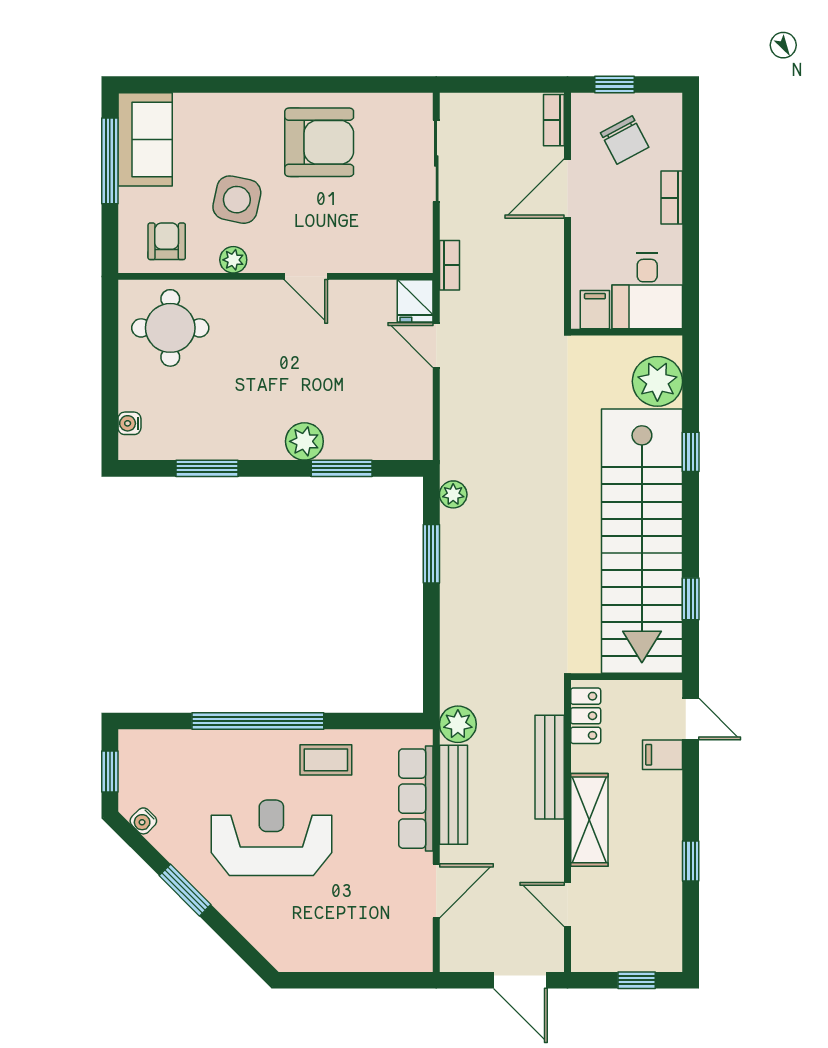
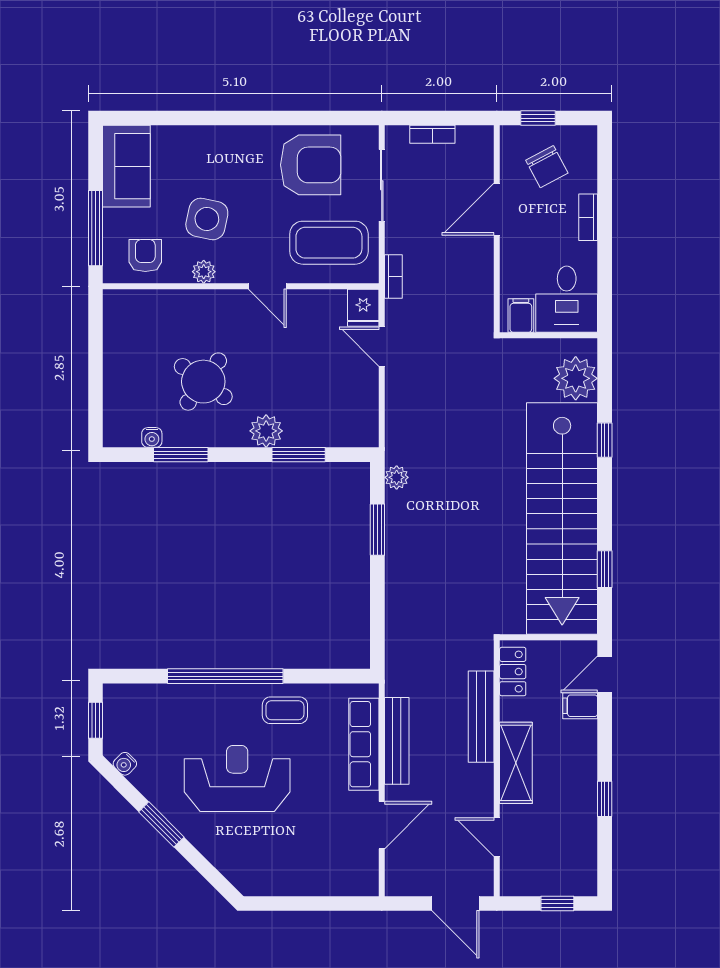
bookcase: (554, 120) -> (432, 134), moved, turned -90
armchair: (319, 142) -> (311, 165), moved
window: (110, 161) -> (95, 228), moved
coffee table: (376, 227) -> (329, 243), added
round table: (170, 328) -> (203, 382), moved, turned 36
water cooler: (129, 423) -> (152, 437), moved, turned -90
door: (691, 719) -> (605, 674), swing flipped
plant: (458, 724) -> (401, 679), removed

